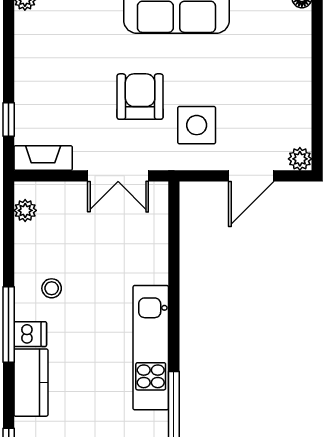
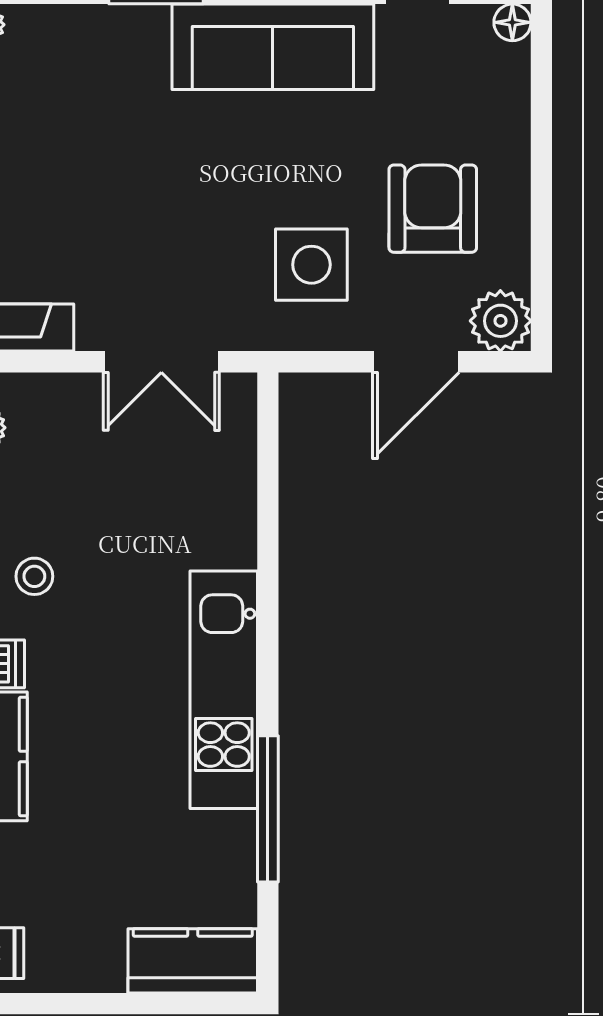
armchair: (140, 97) -> (433, 209), moved
plant: (300, 159) -> (500, 321), width x1.38, depth x1.38

